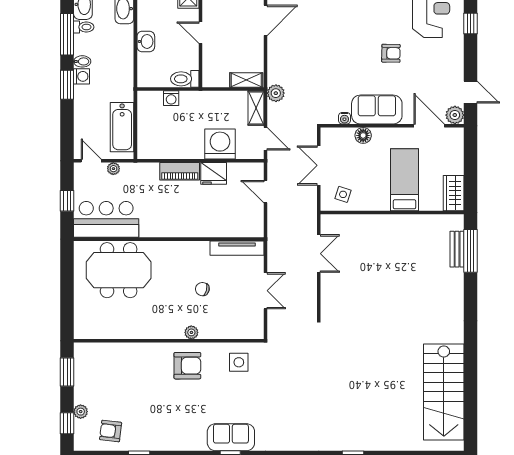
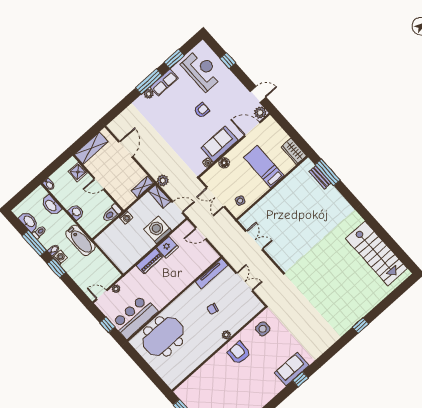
washing machine: (171, 98) -> (126, 217), moved
bathtub: (122, 127) -> (80, 240), moved
armchair: (187, 366) -> (239, 353), turned -90

